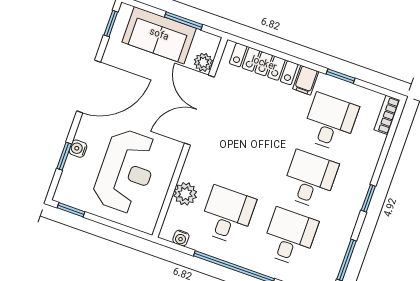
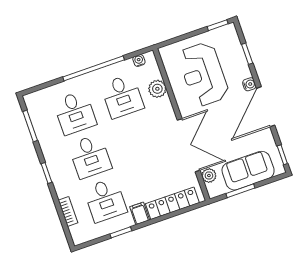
bookcase: (387, 115) -> (68, 211), moved
water cooler: (78, 149) -> (249, 84), moved

